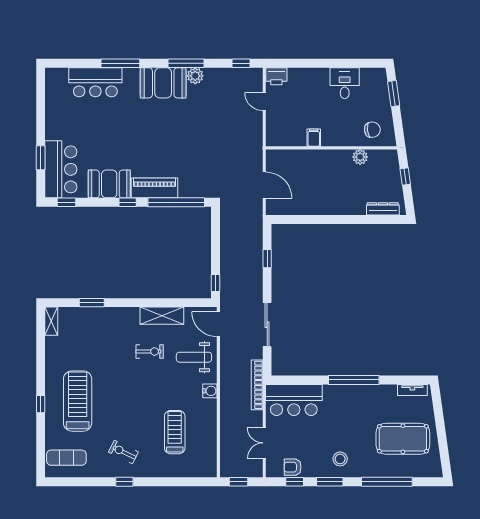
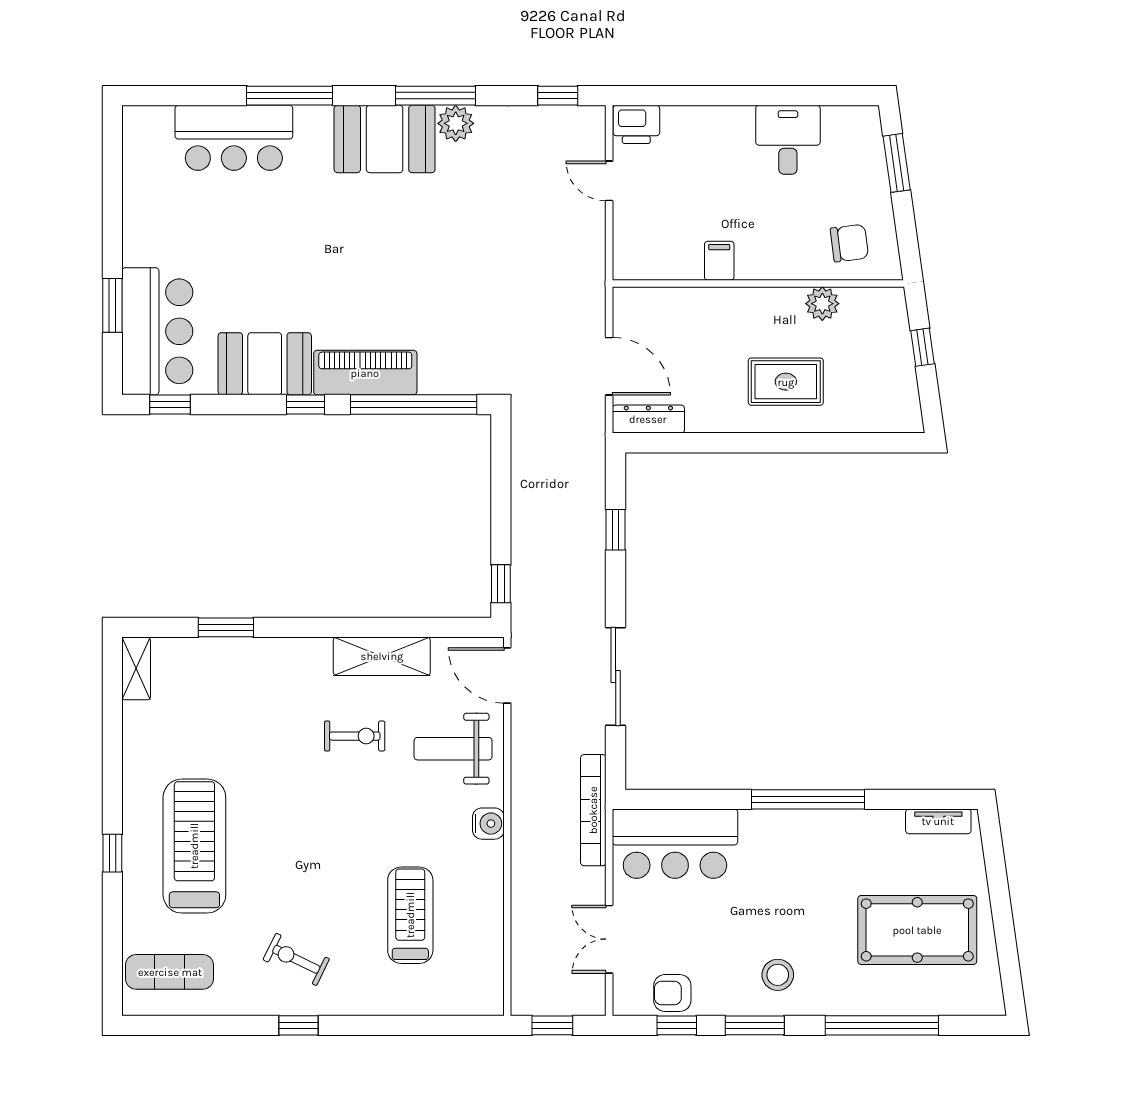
rug: (344, 192) -> (786, 382), added
dresser: (383, 209) -> (648, 419), moved

